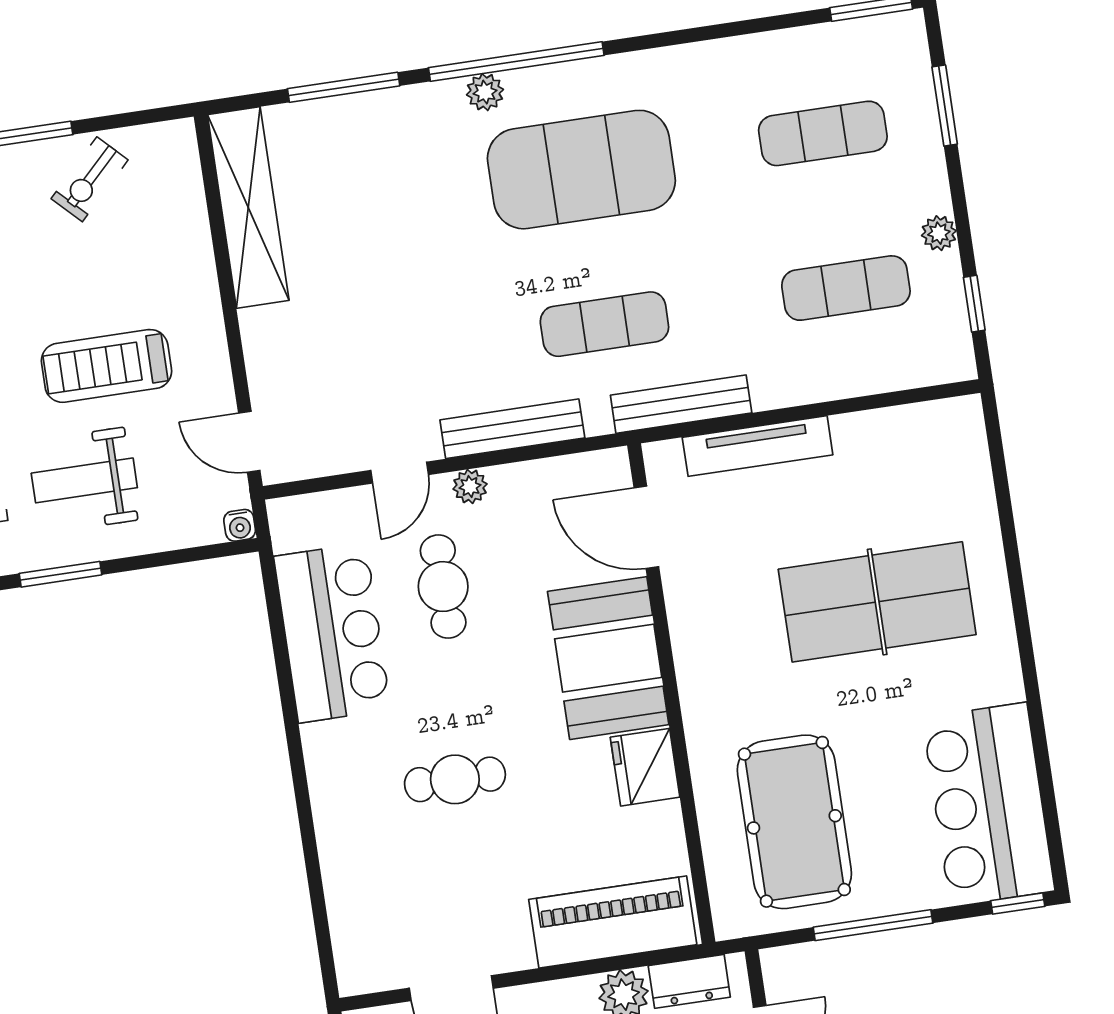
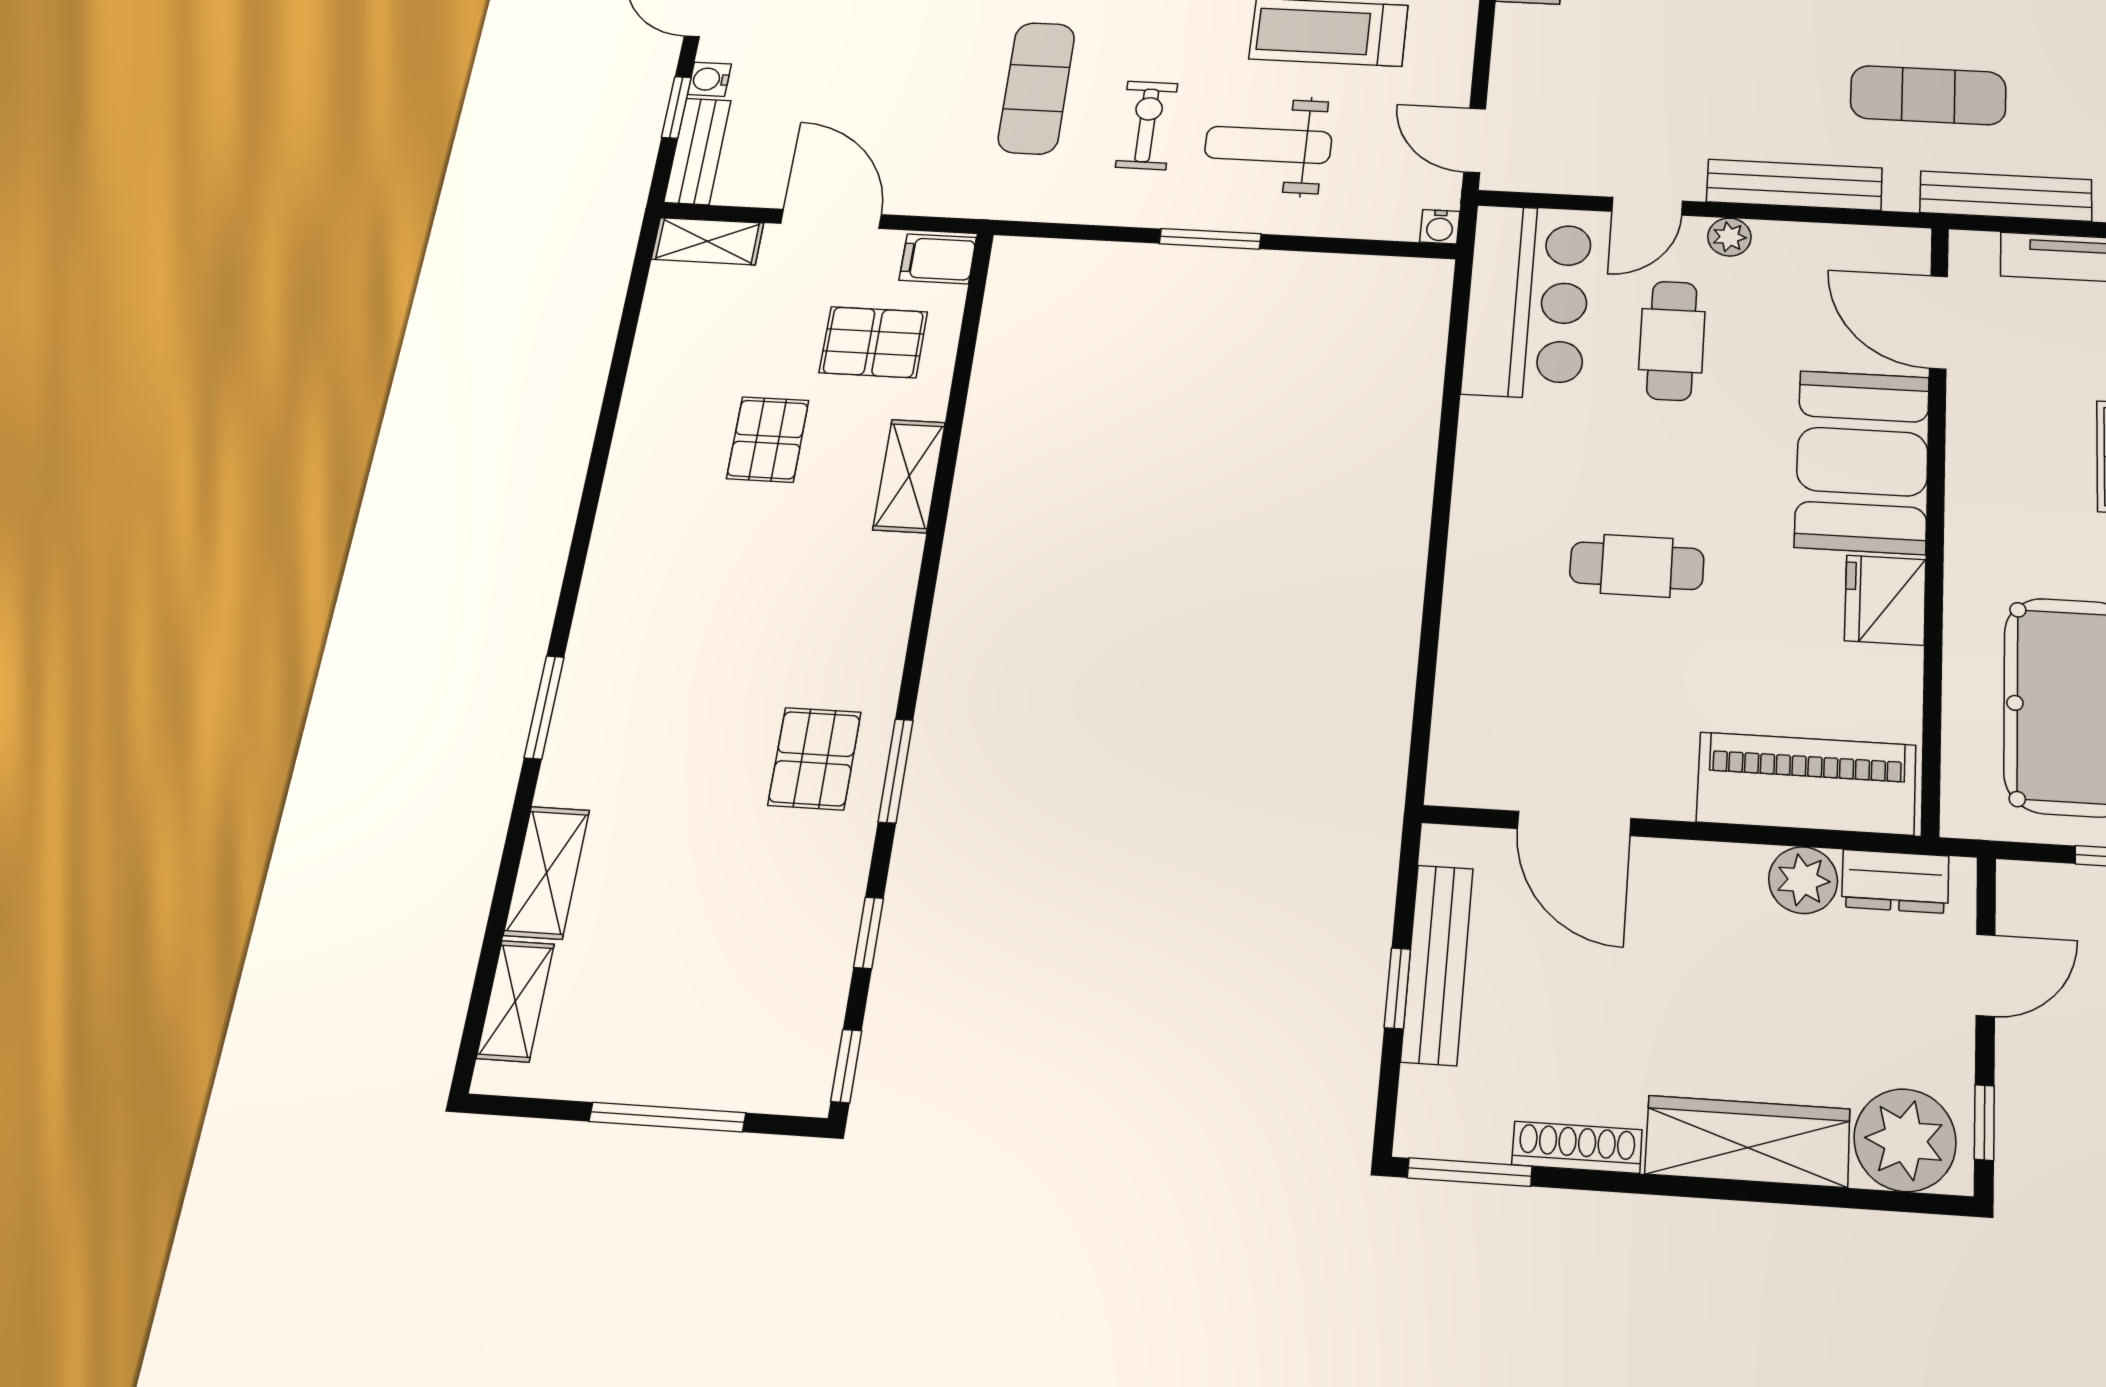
bar counter: (332, 633) -> (1528, 301), moved

